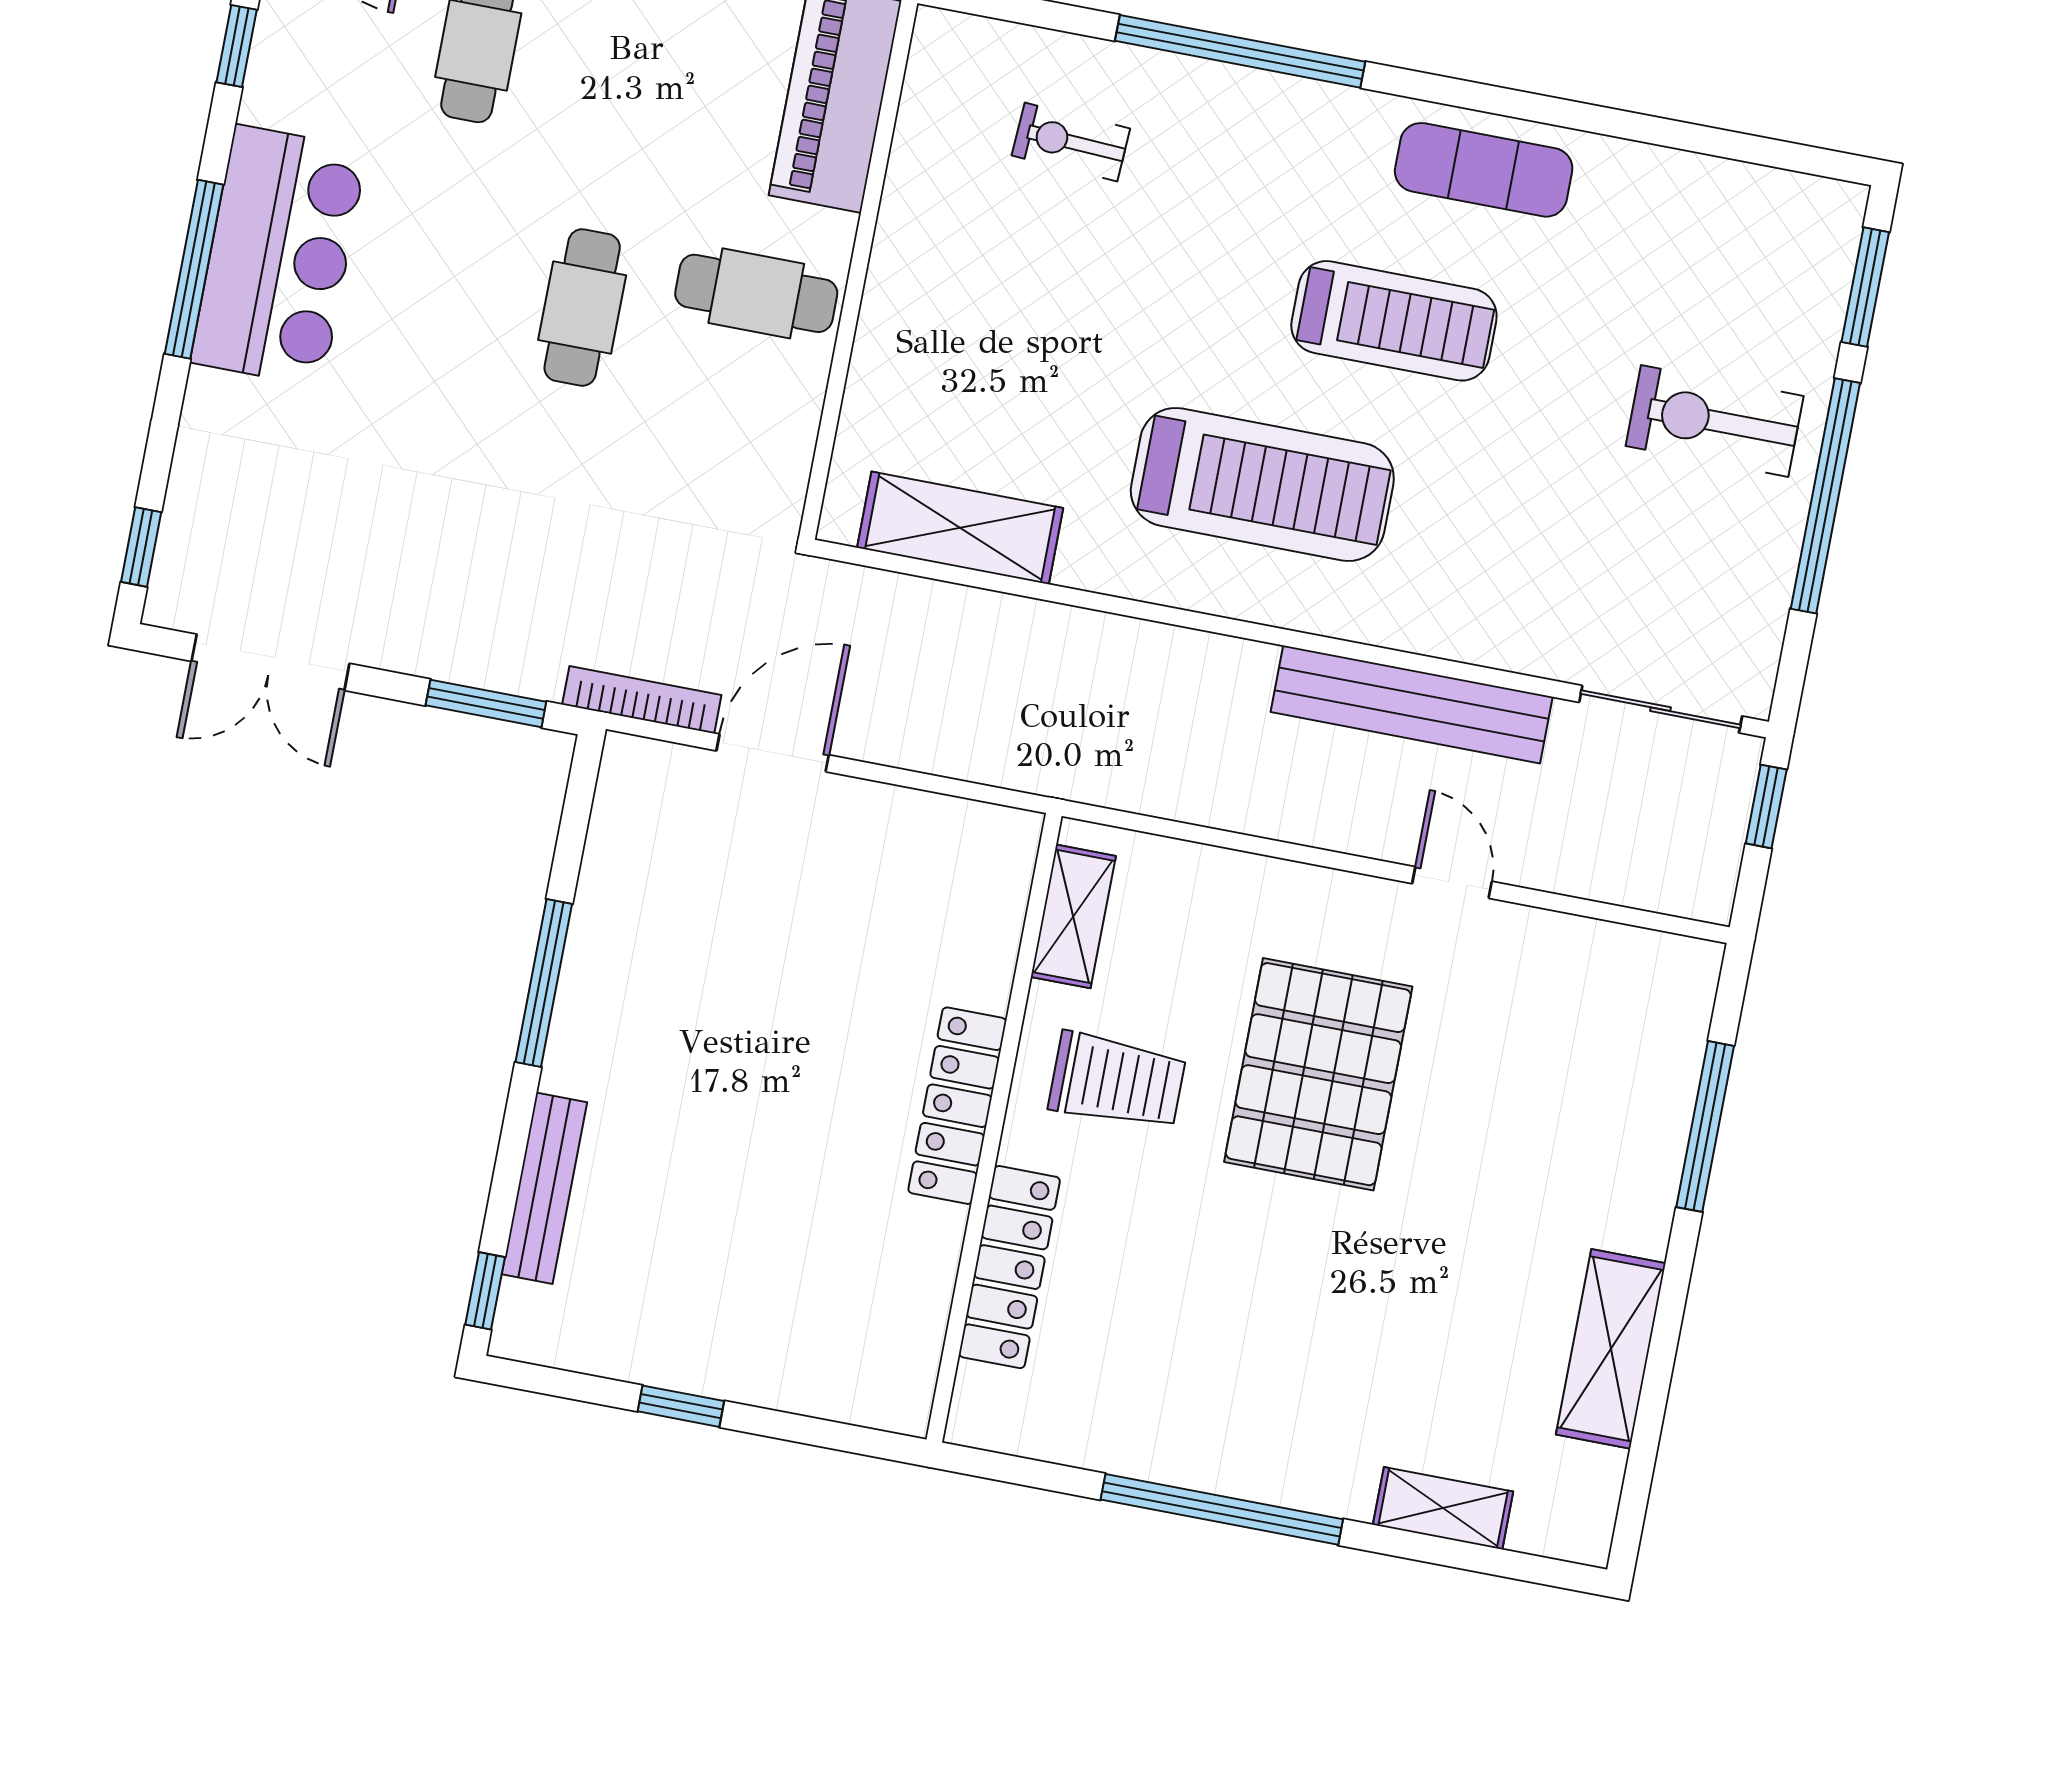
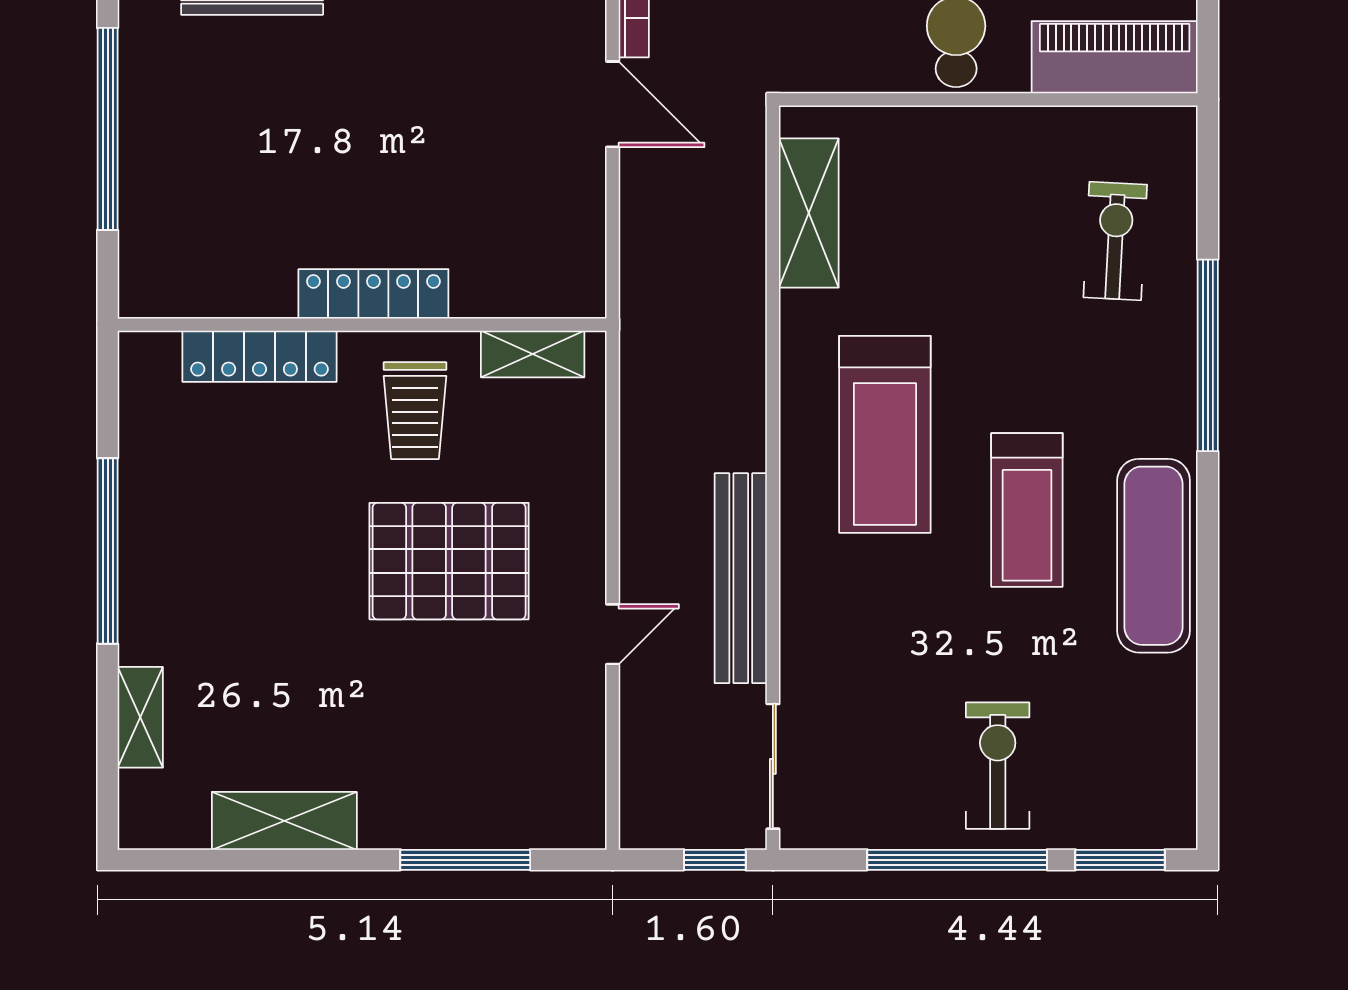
exercise bike: (1071, 142) -> (1115, 241), width x1.38, depth x1.39
exercise mat: (1484, 170) -> (1154, 556), width x1.36, depth x1.45
window: (681, 1406) -> (108, 129), width x3.17

